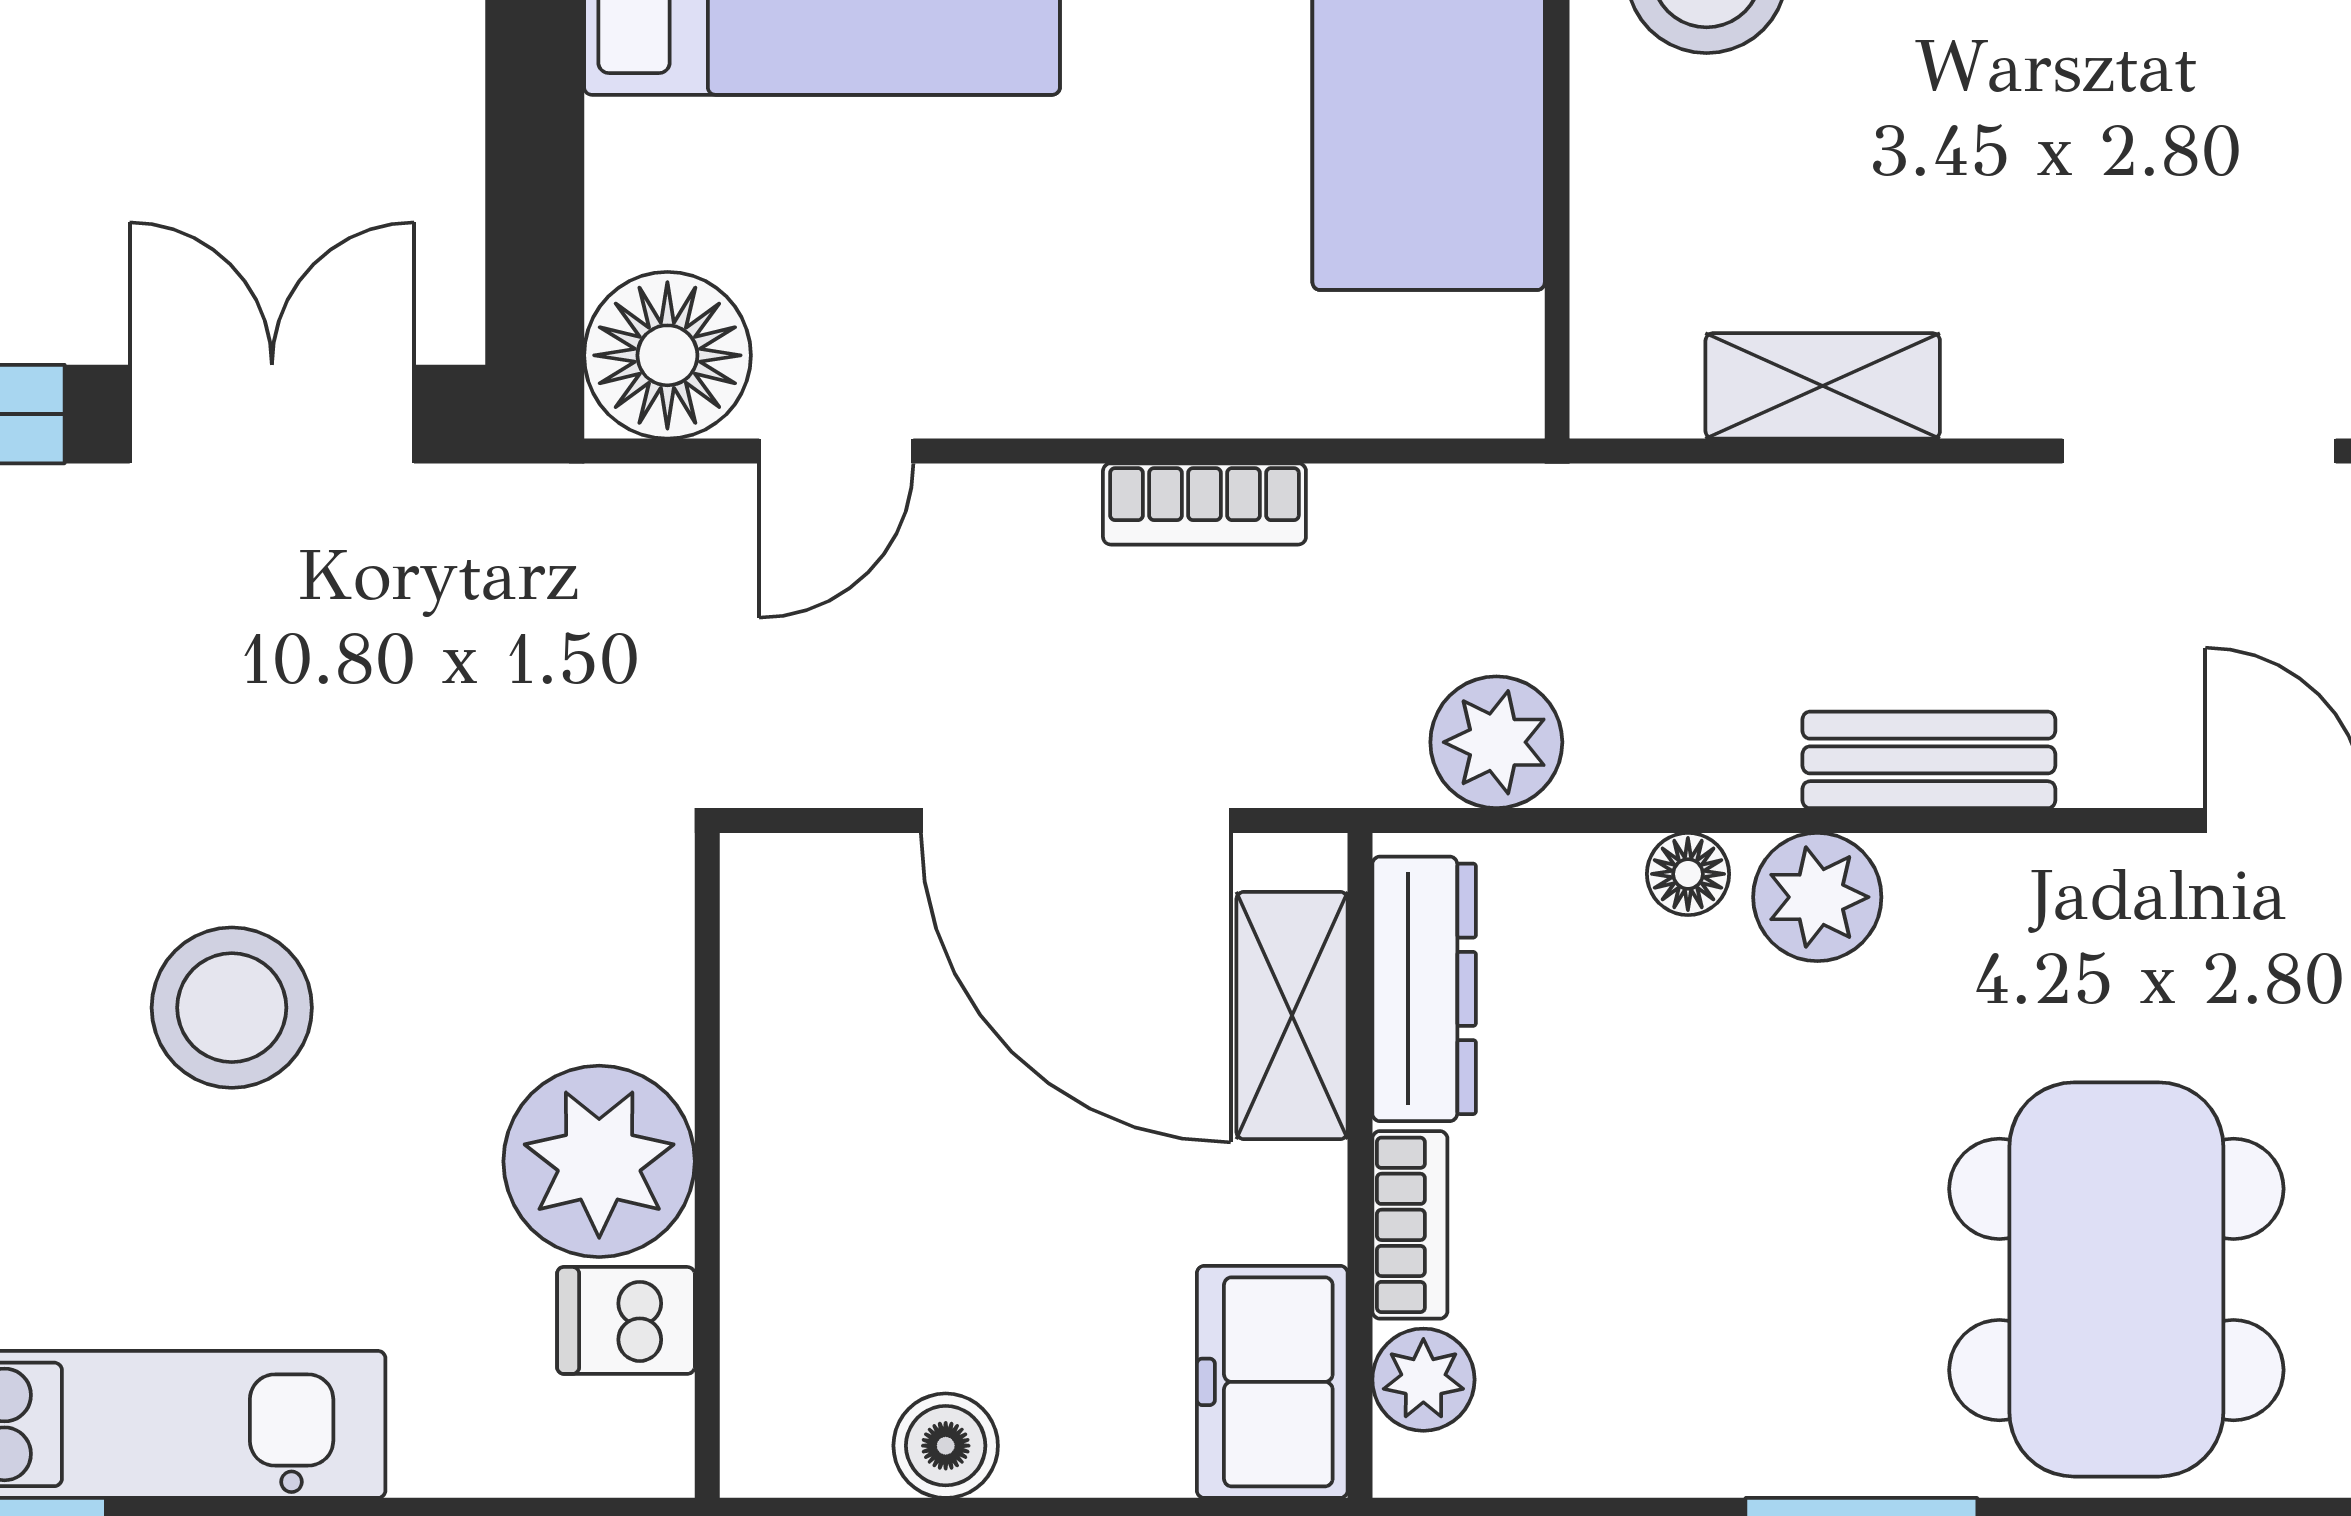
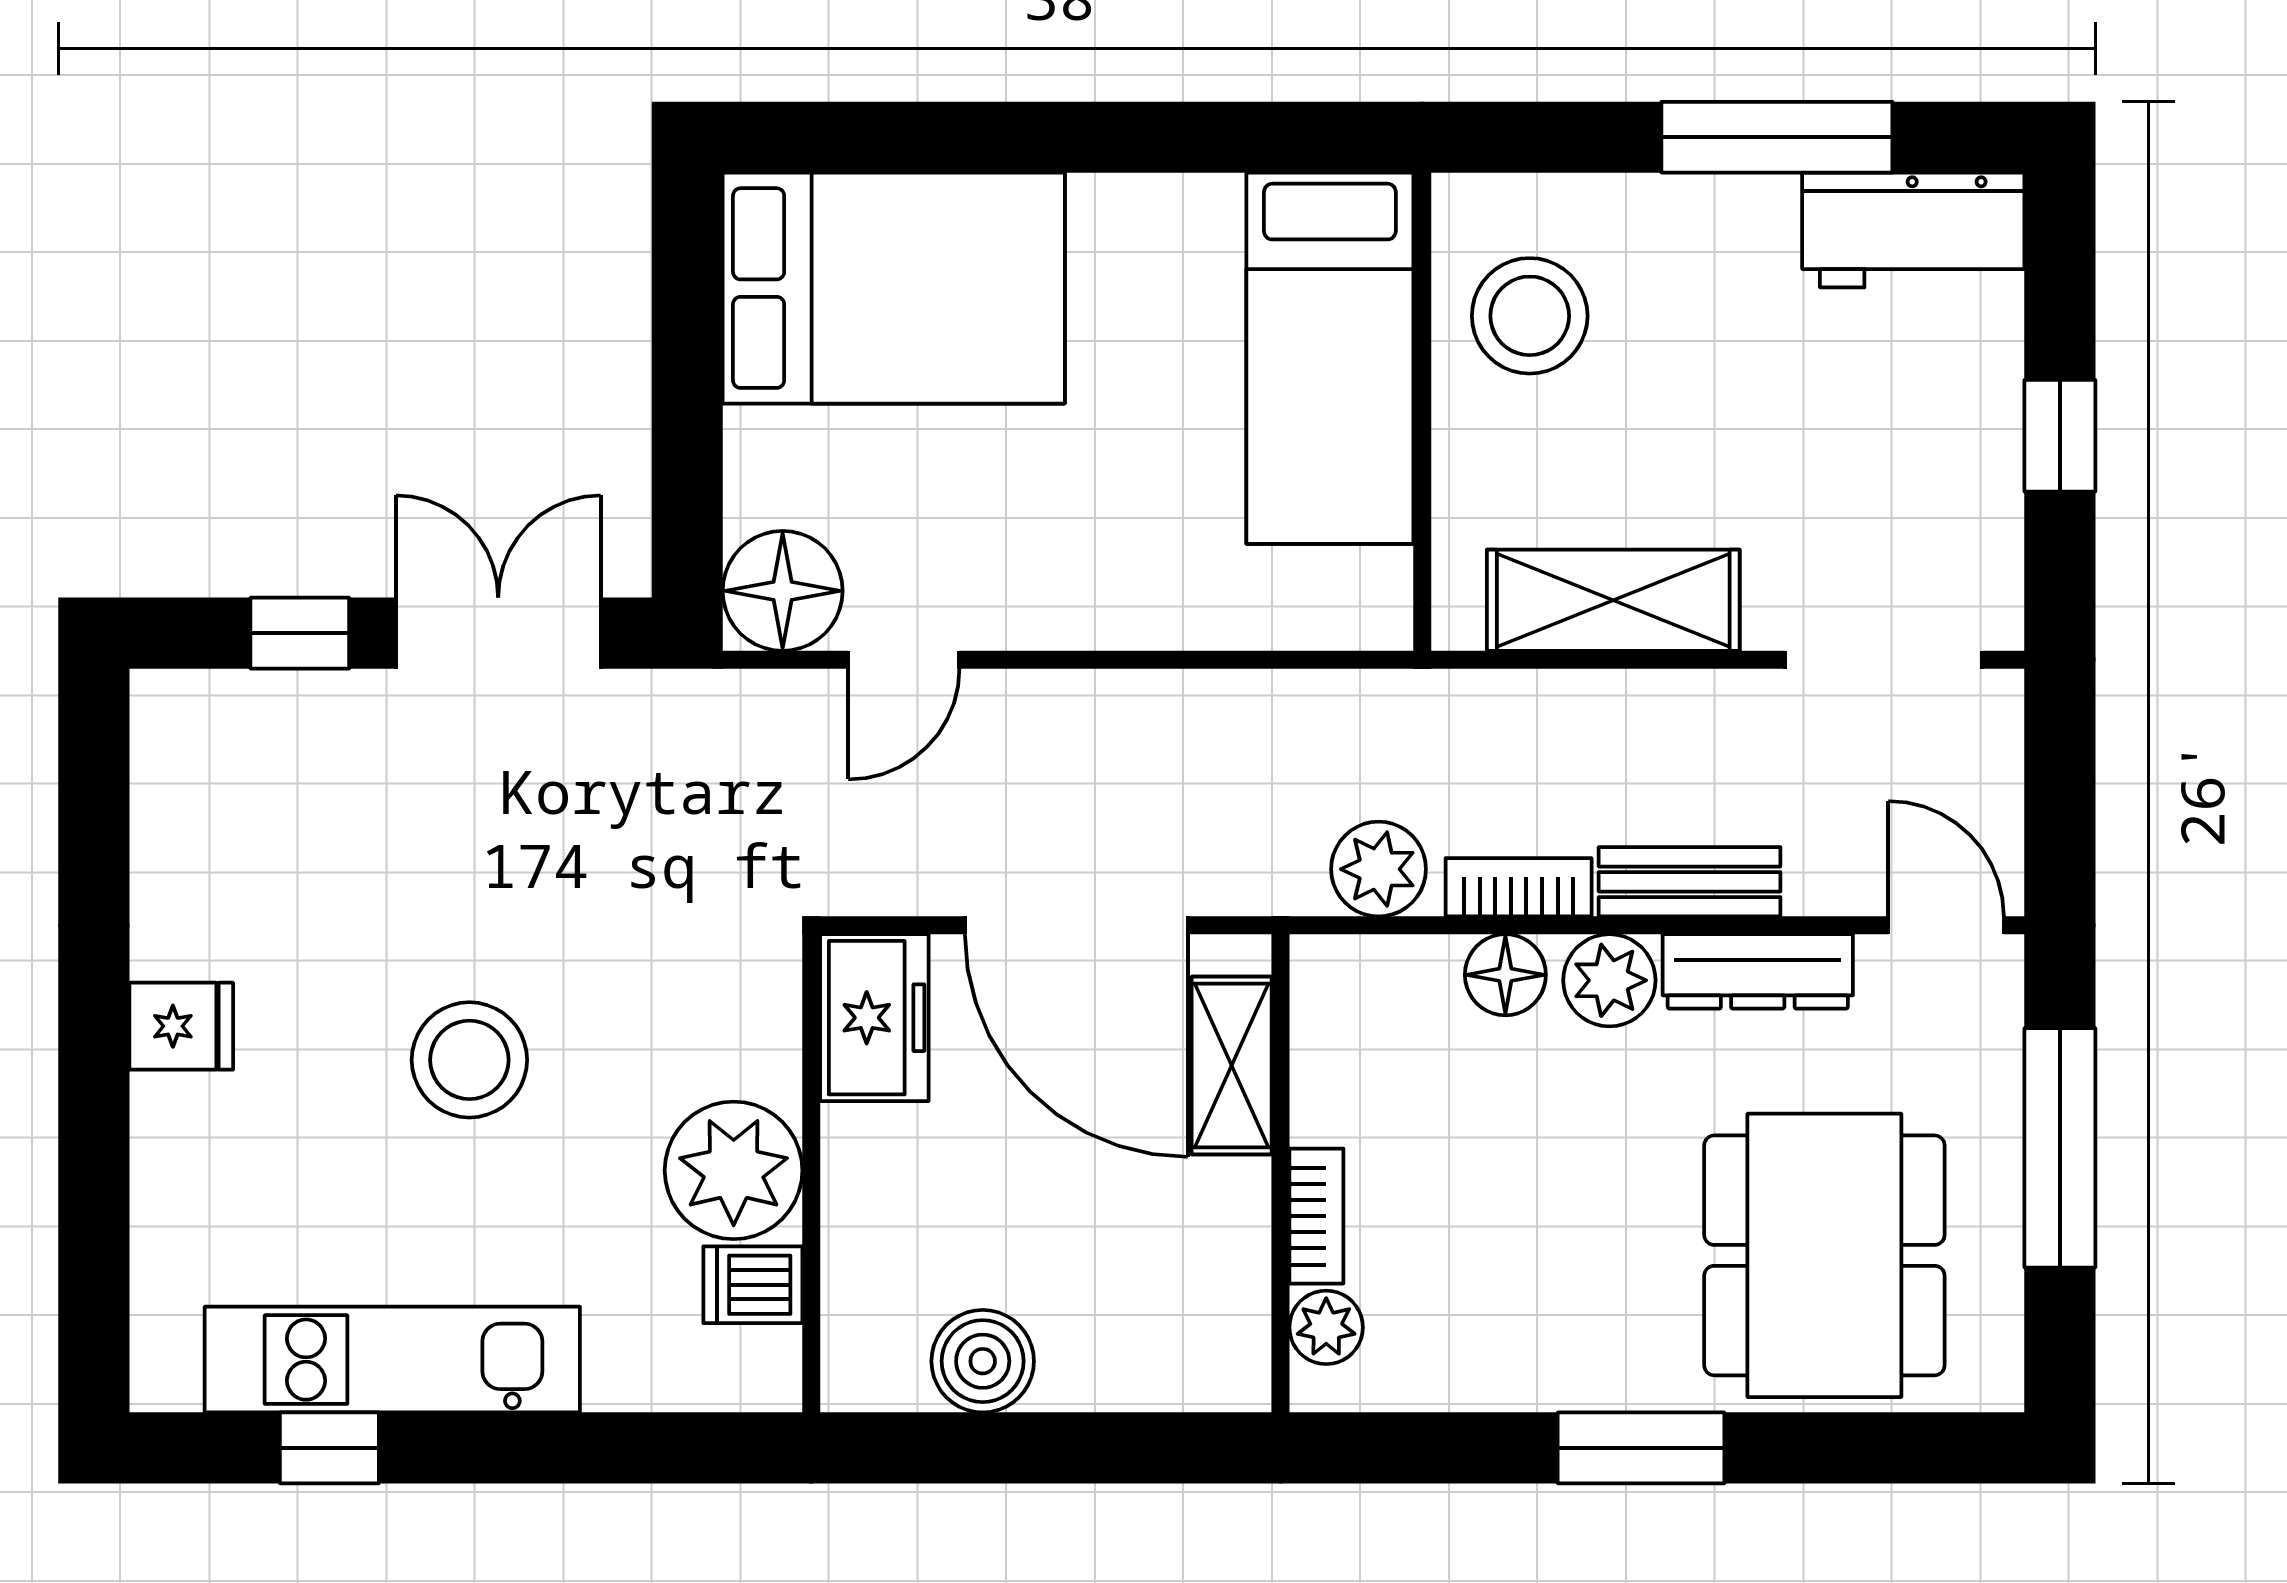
shelving: (1823, 386) -> (1613, 600), width x1.50, depth x1.33
bookcase: (1204, 504) -> (1519, 887), moved, turned 180
floor lamp: (1688, 874) -> (1505, 975), width x1.37, depth x1.37
dresser: (1424, 989) -> (1758, 971), moved, turned 90
freezer: (1272, 1382) -> (874, 1018), moved, turned 180
boiler: (946, 1446) -> (983, 1361), width x1.36, depth x1.36

